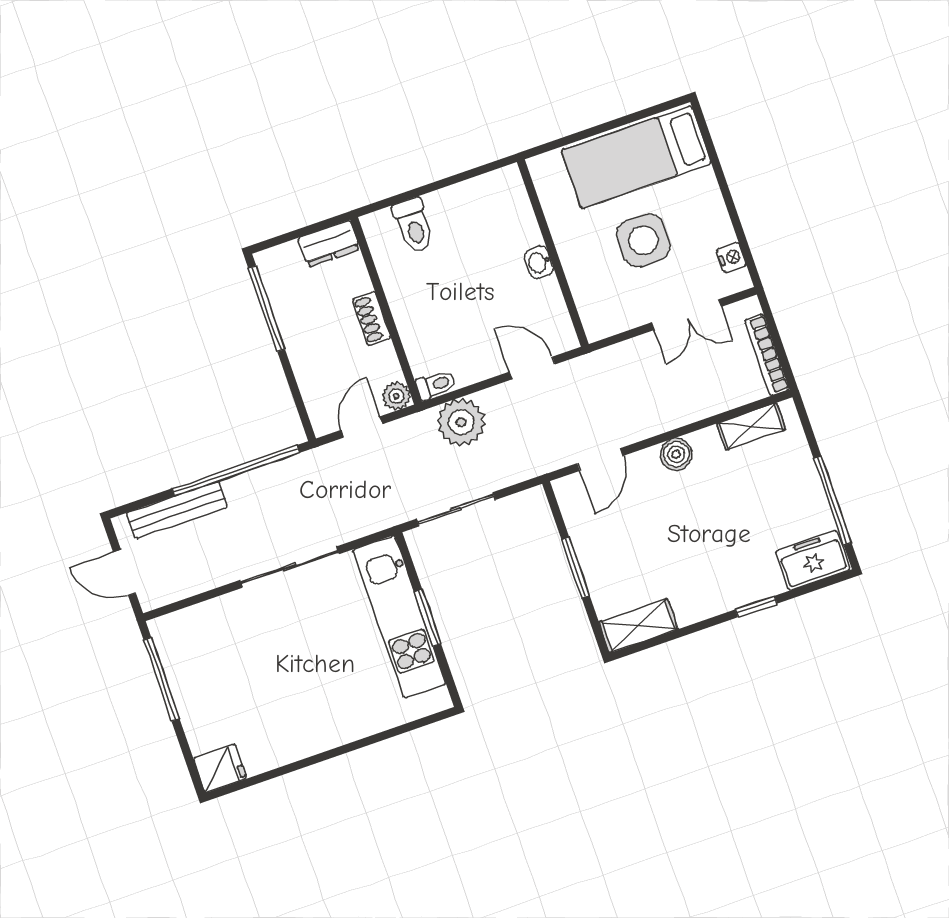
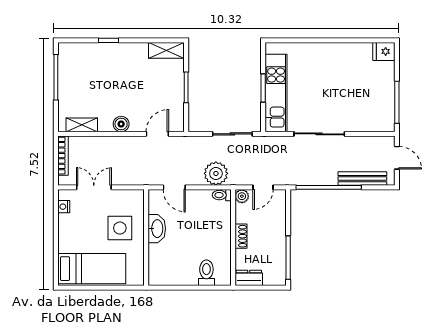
side table: (643, 240) -> (120, 228), moved
washbasin: (539, 262) -> (157, 229), width x1.91, depth x1.45
freezer: (813, 560) -> (75, 53), removed

